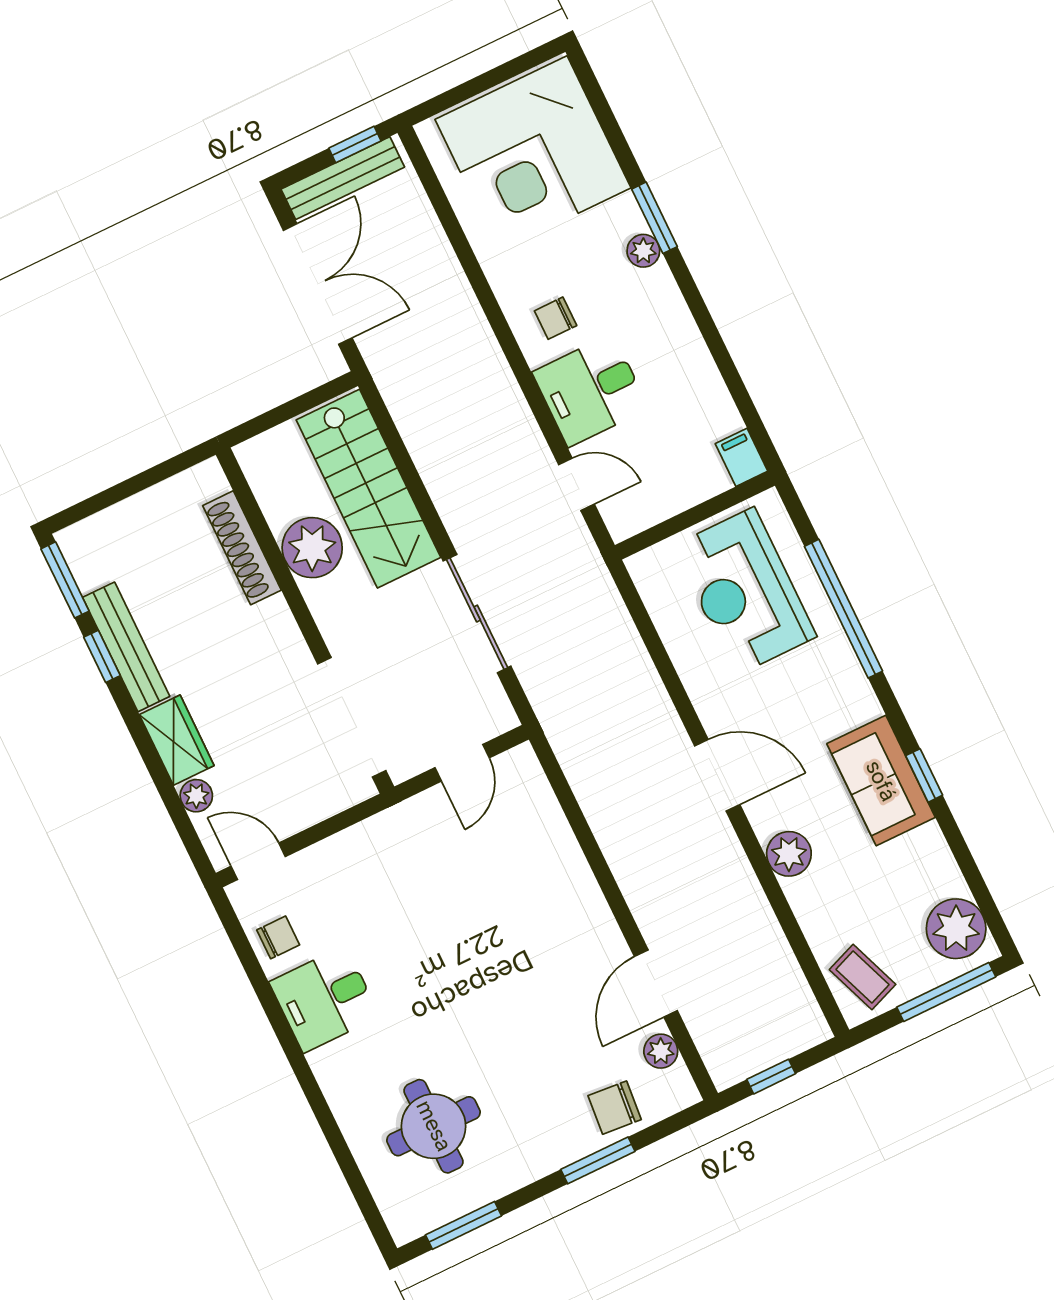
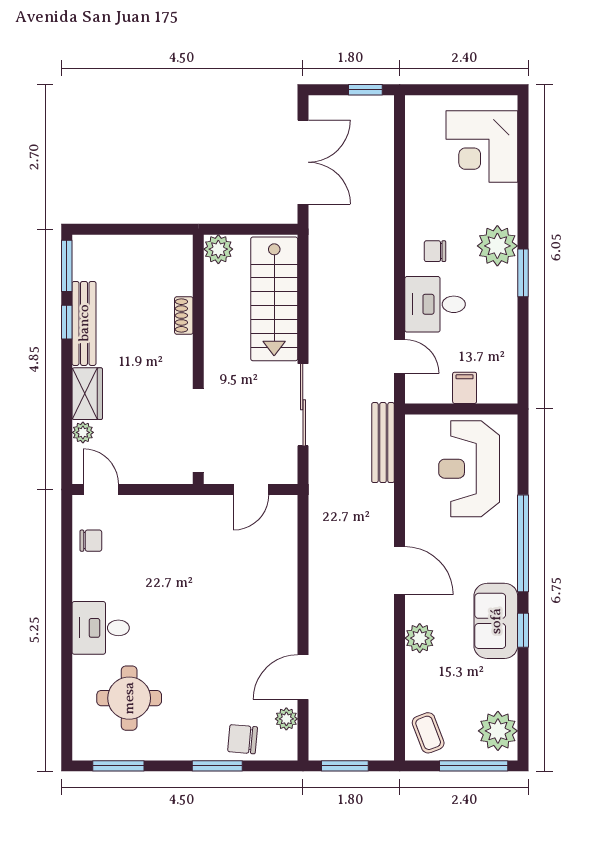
corner desk: (533, 154) -> (482, 146), width x0.74, depth x0.74
bench: (343, 178) -> (383, 443), moved, turned 90
window: (655, 218) -> (523, 273), moved
plant: (643, 251) -> (497, 246), width x1.87, depth x1.87
filing cabinet: (742, 457) -> (465, 388), moved
shoe rack: (242, 548) -> (184, 316), width x0.51, depth x0.81
plant: (312, 548) -> (218, 249), moved, width x0.73, depth x0.73
window: (844, 609) -> (523, 543), moved
desk: (325, 999) -> (101, 628), moved
window: (771, 1077) -> (345, 766), width x1.50

